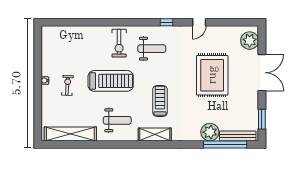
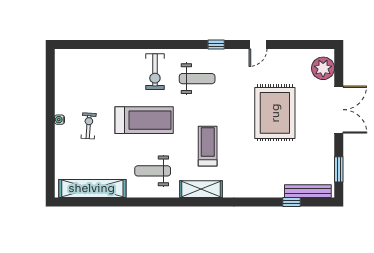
weight bench: (117, 120) -> (153, 171), turned 180
plant: (210, 132) -> (272, 186), removed
window: (225, 144) -> (292, 202), width x0.32

